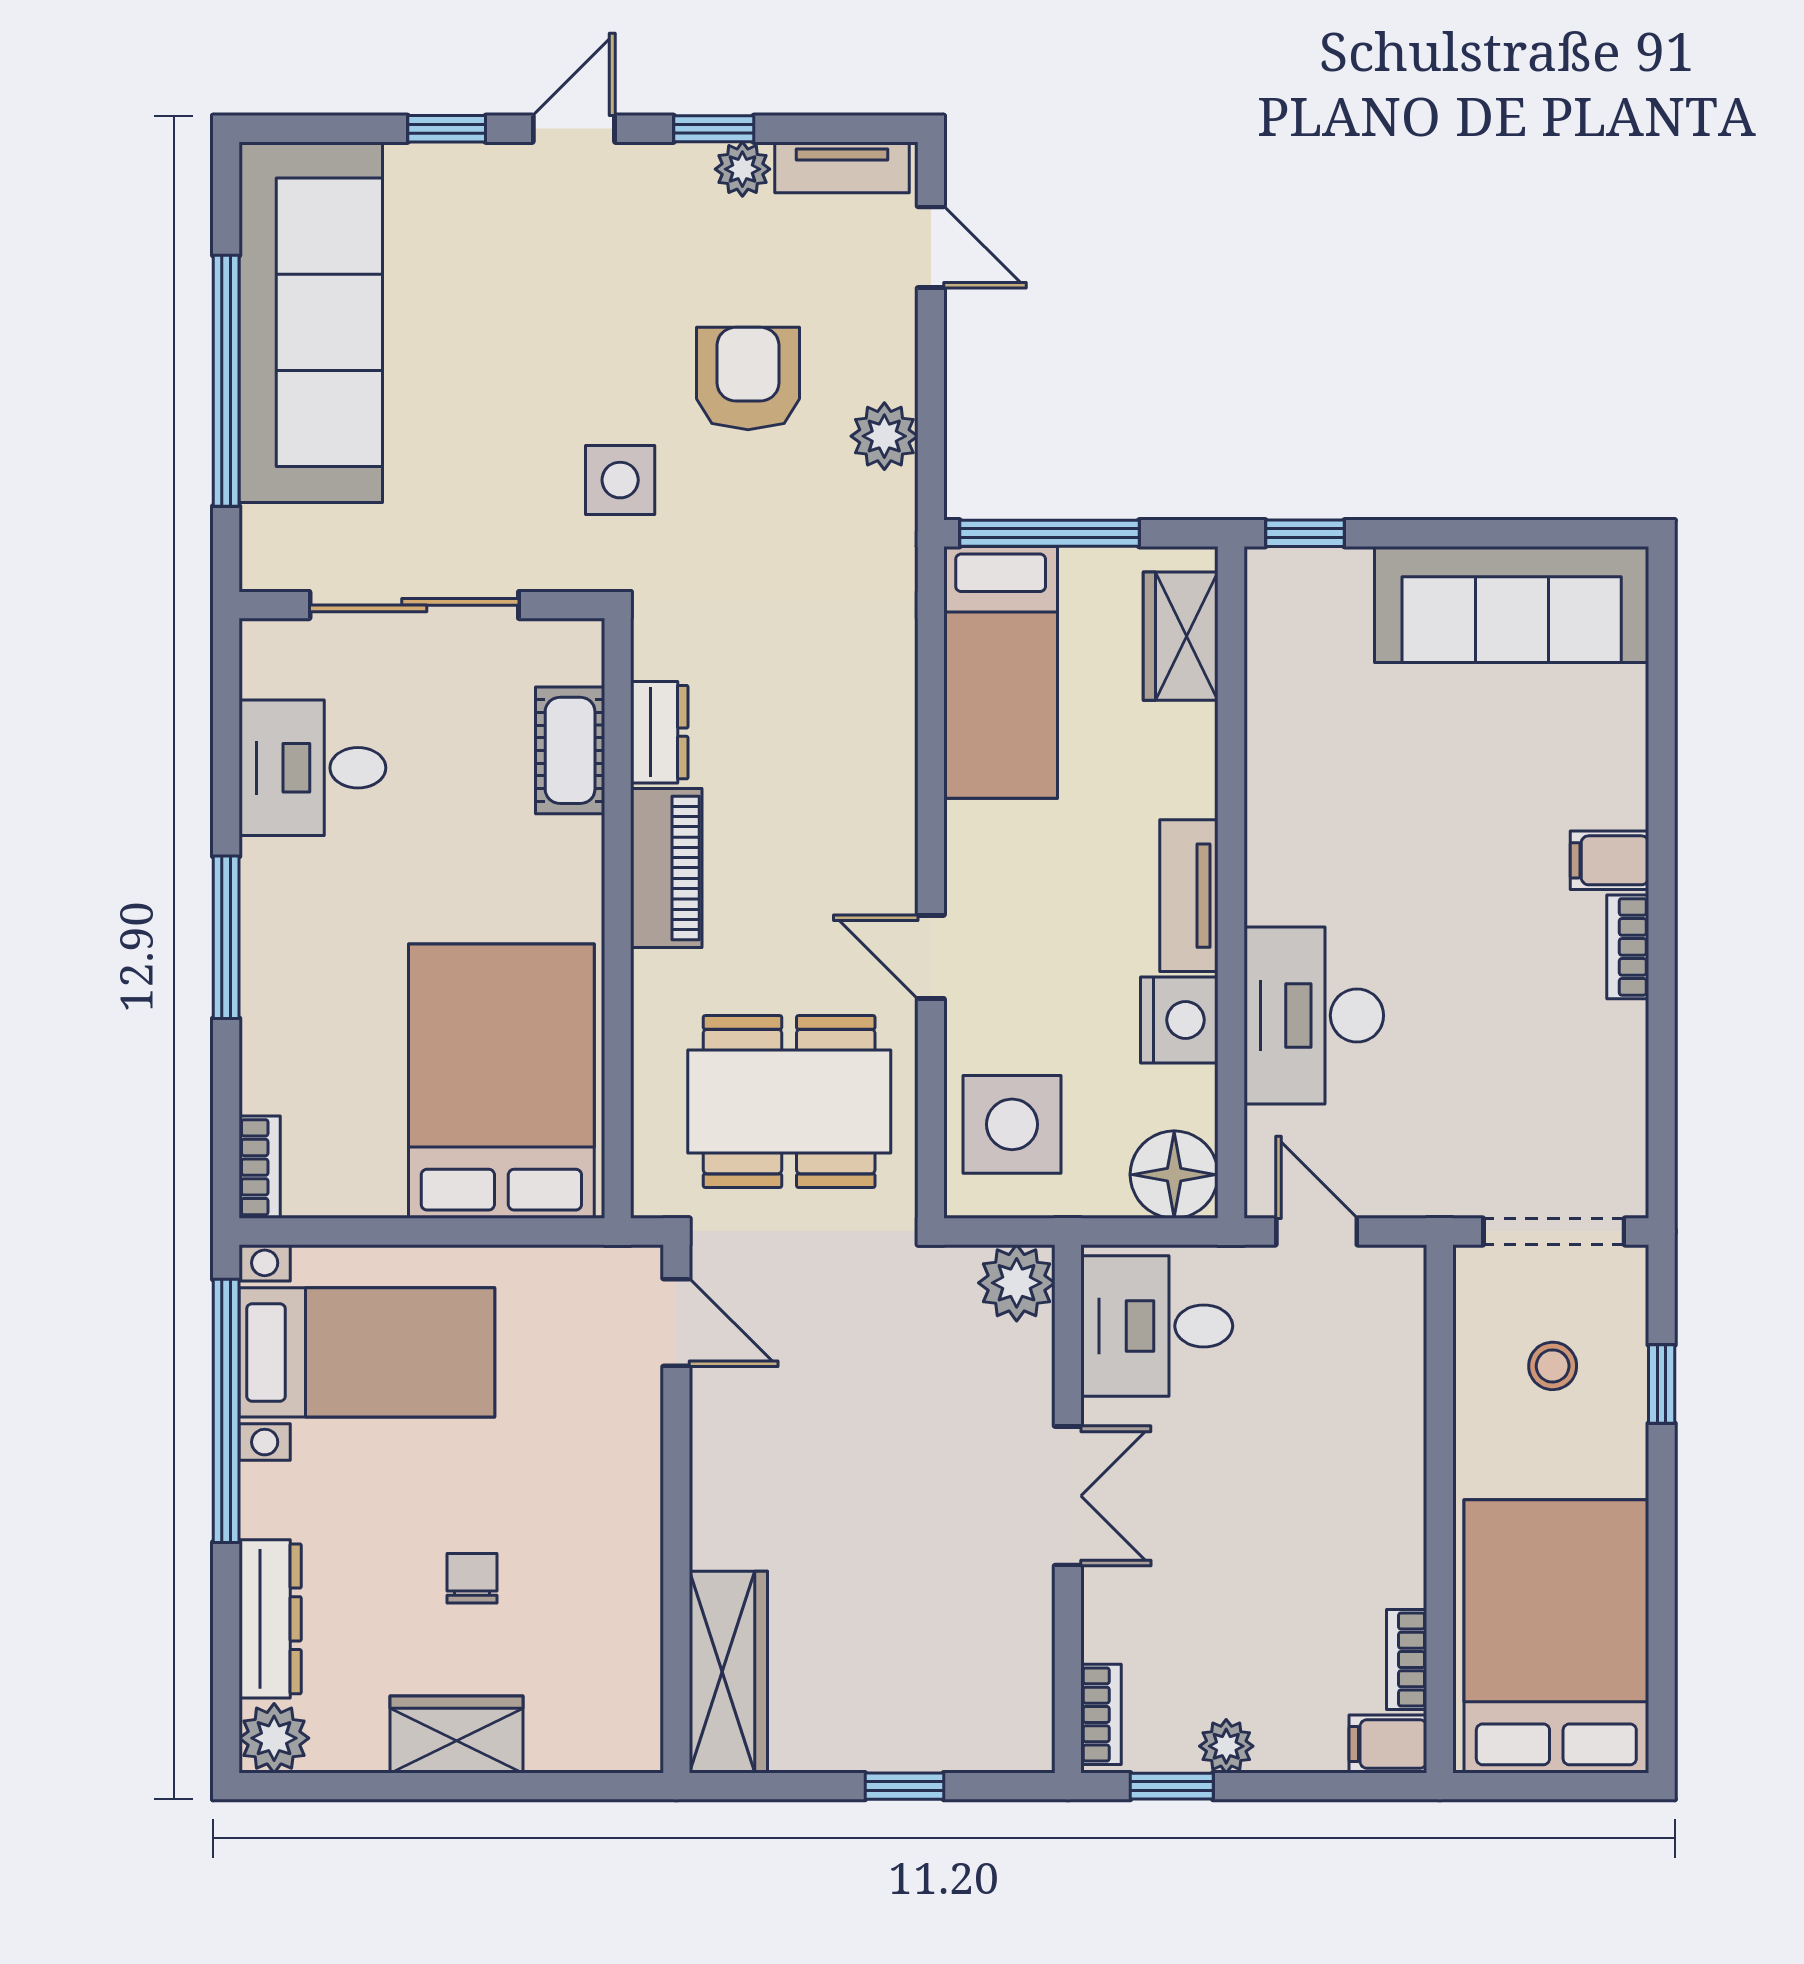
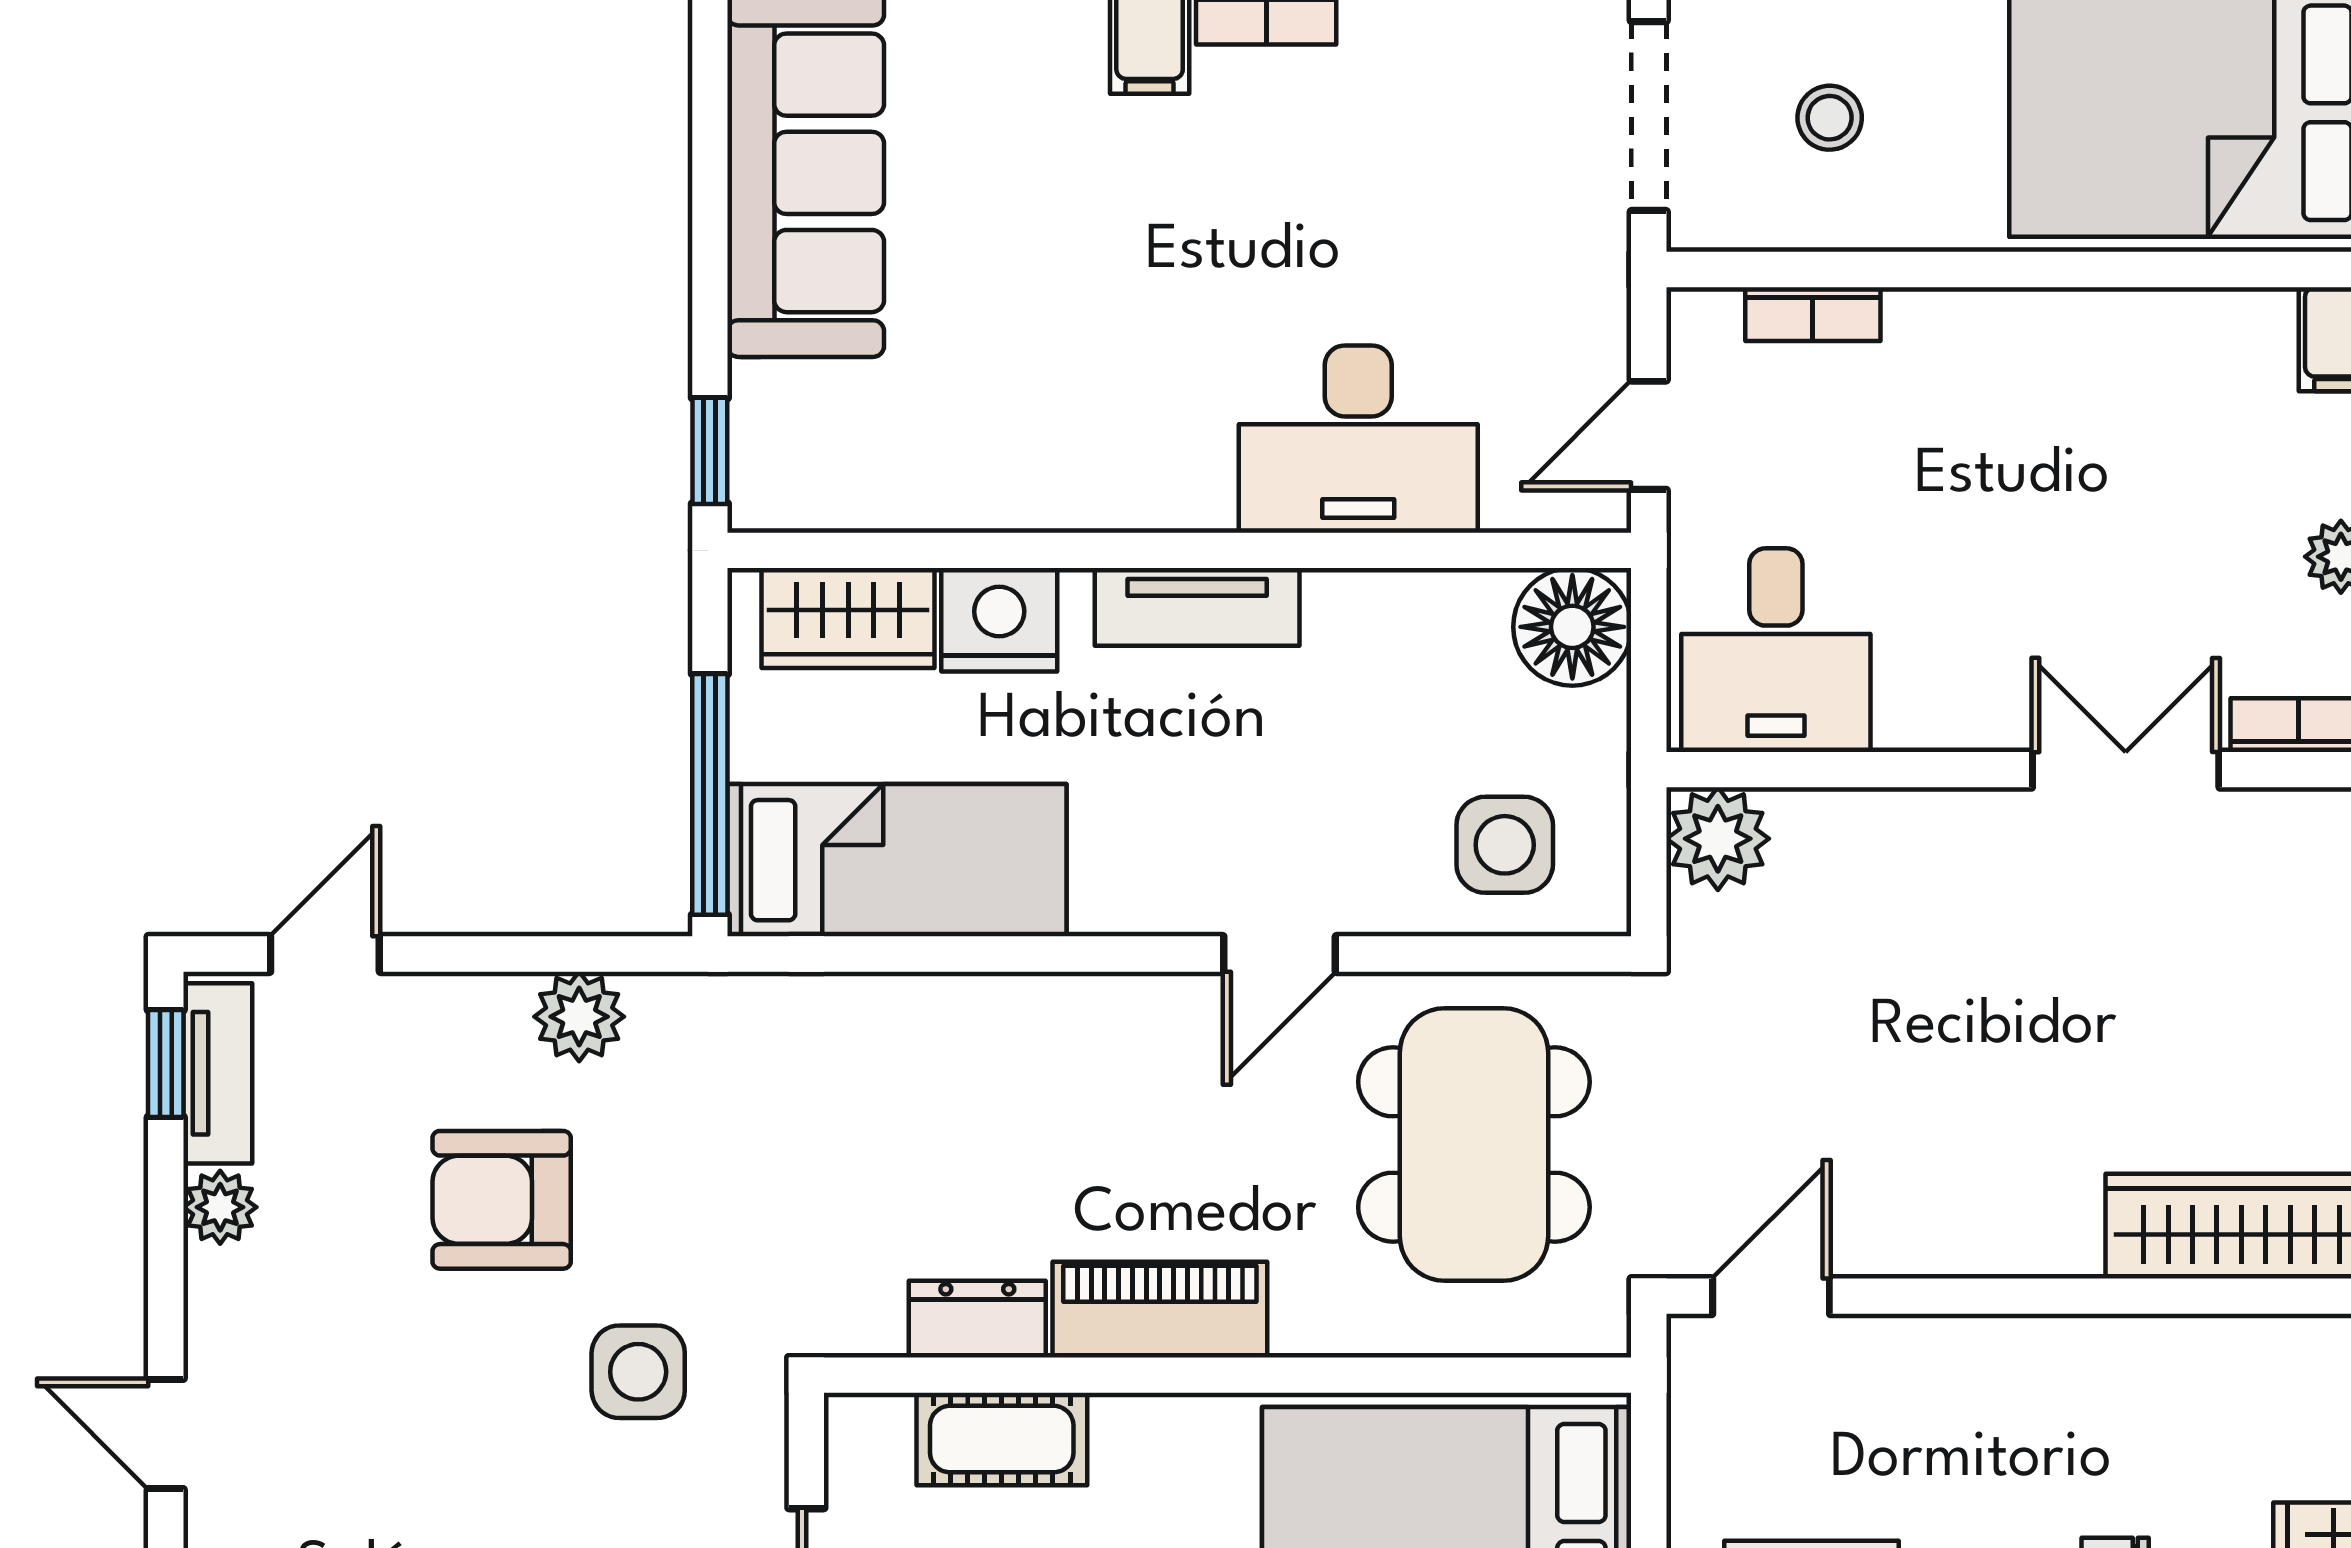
window: (714, 129) -> (166, 1063), moved
nightstand: (1179, 1020) -> (999, 620), moved
side table: (1012, 1124) -> (1505, 845), width x0.73, depth x0.73
double door: (1068, 1496) -> (2126, 770), moved
bookcase: (1407, 1660) -> (1813, 314), moved

